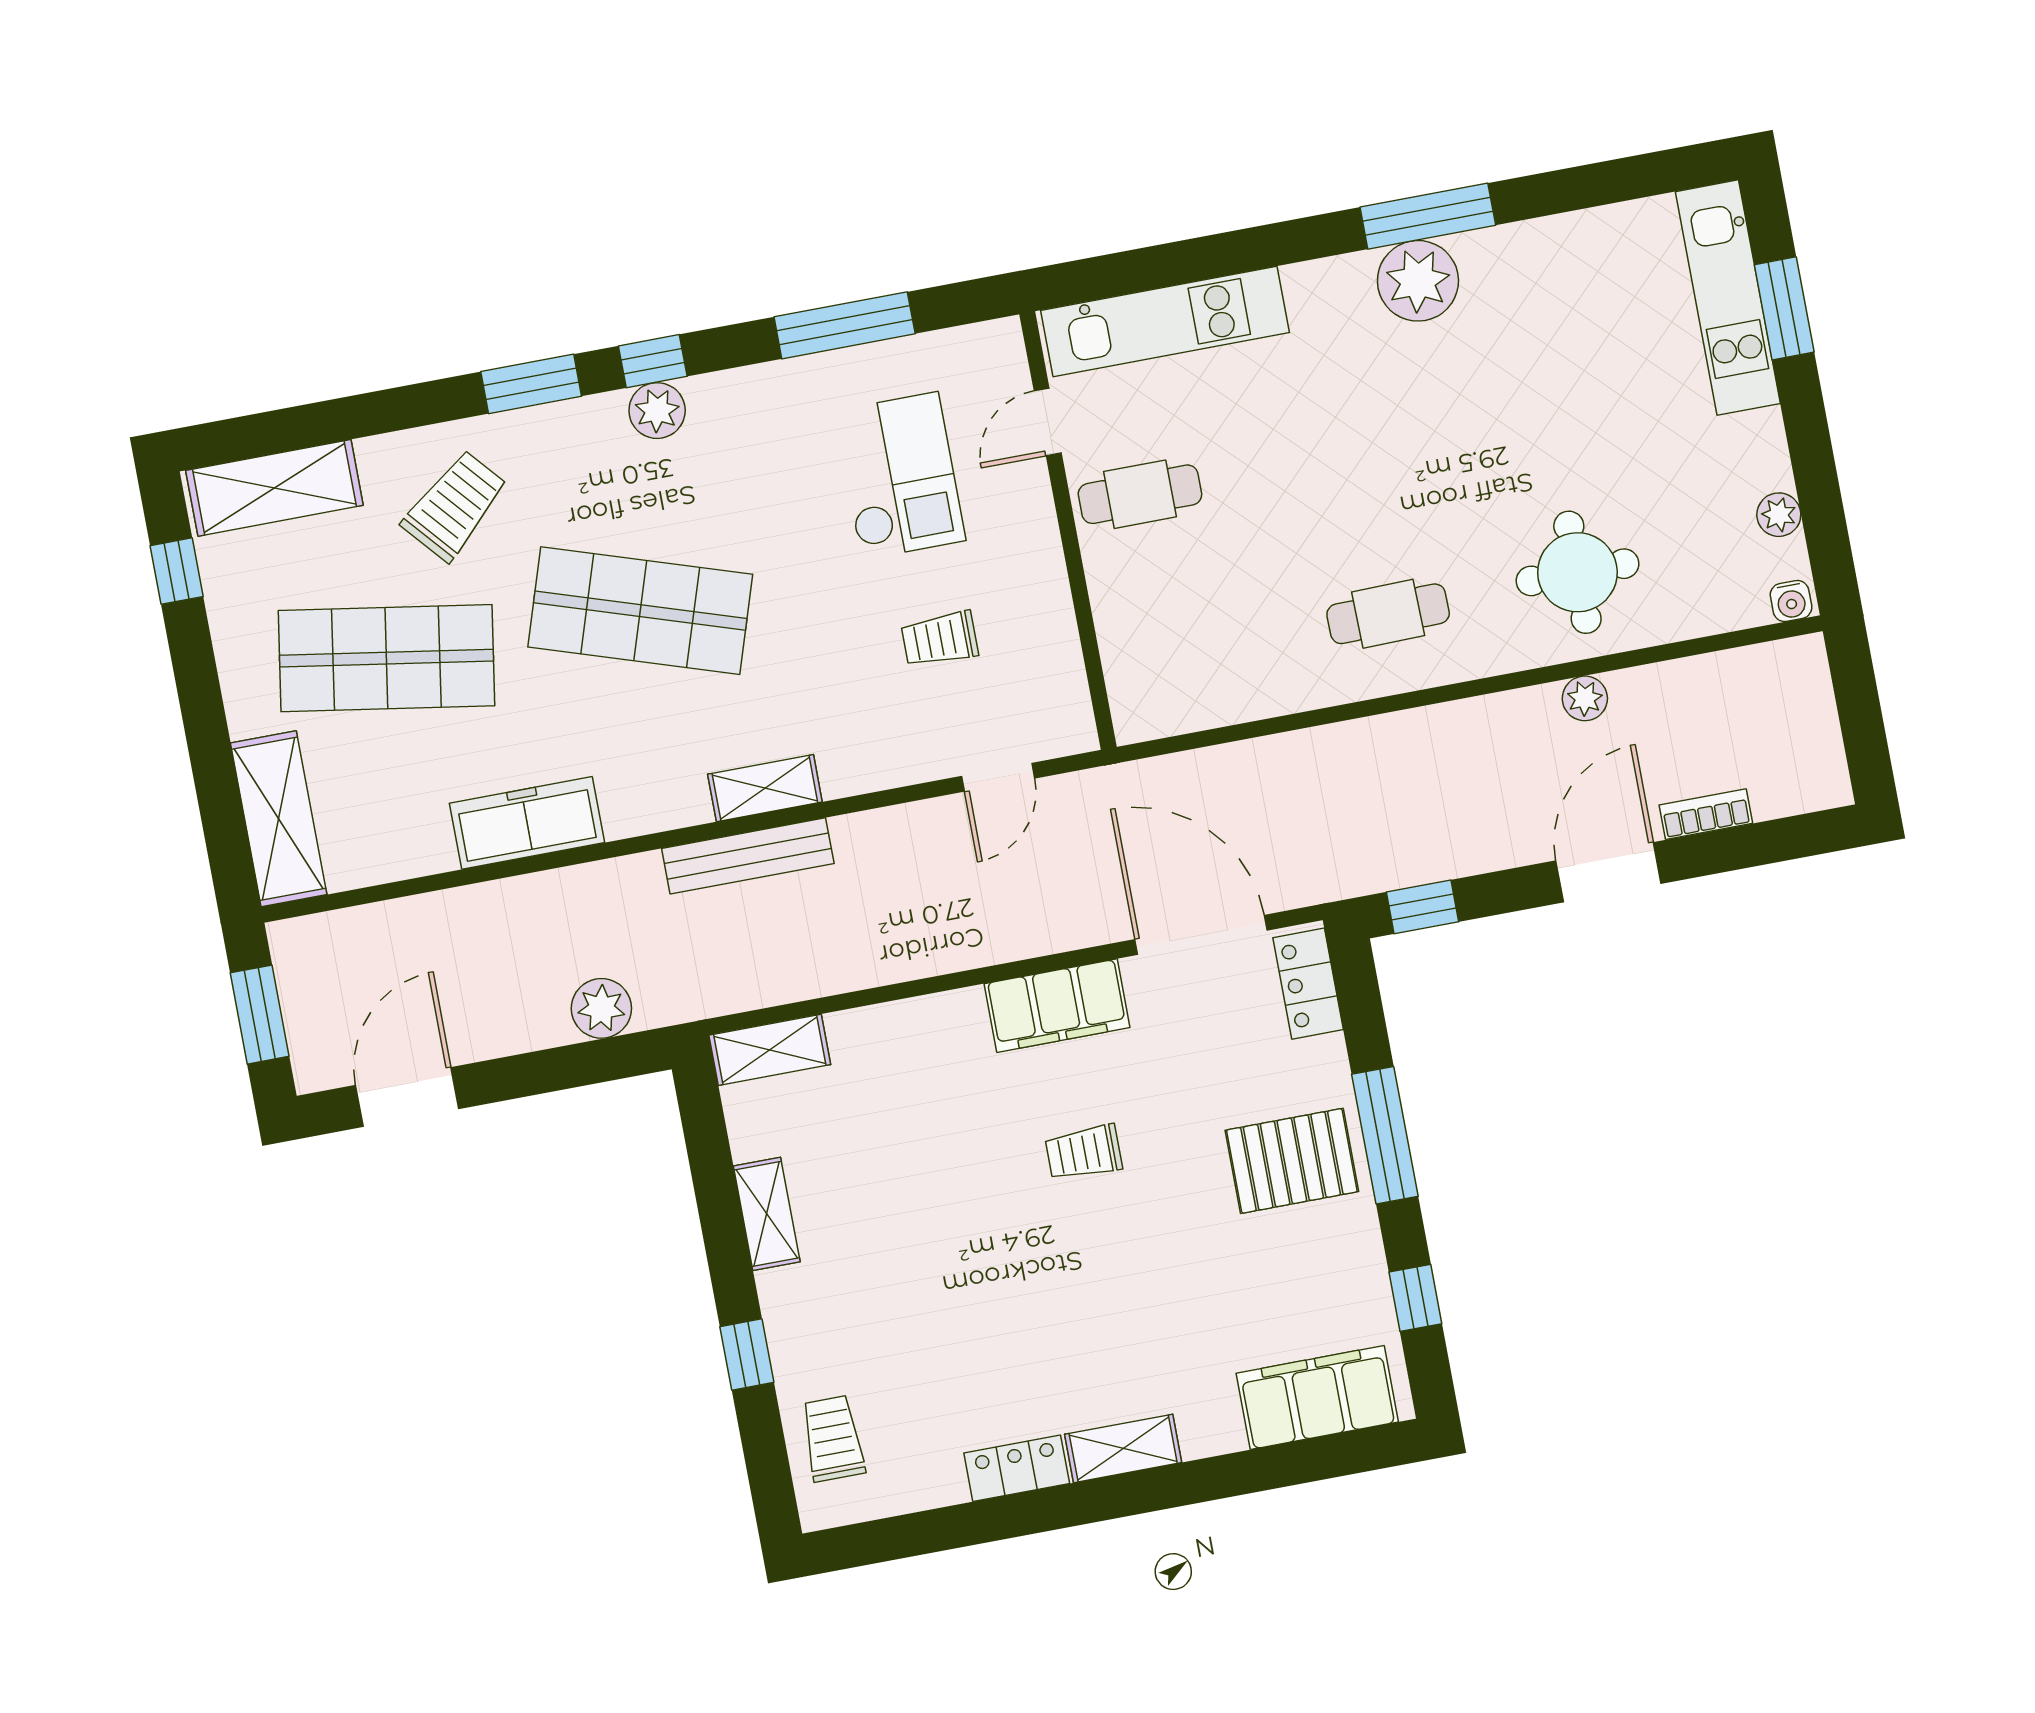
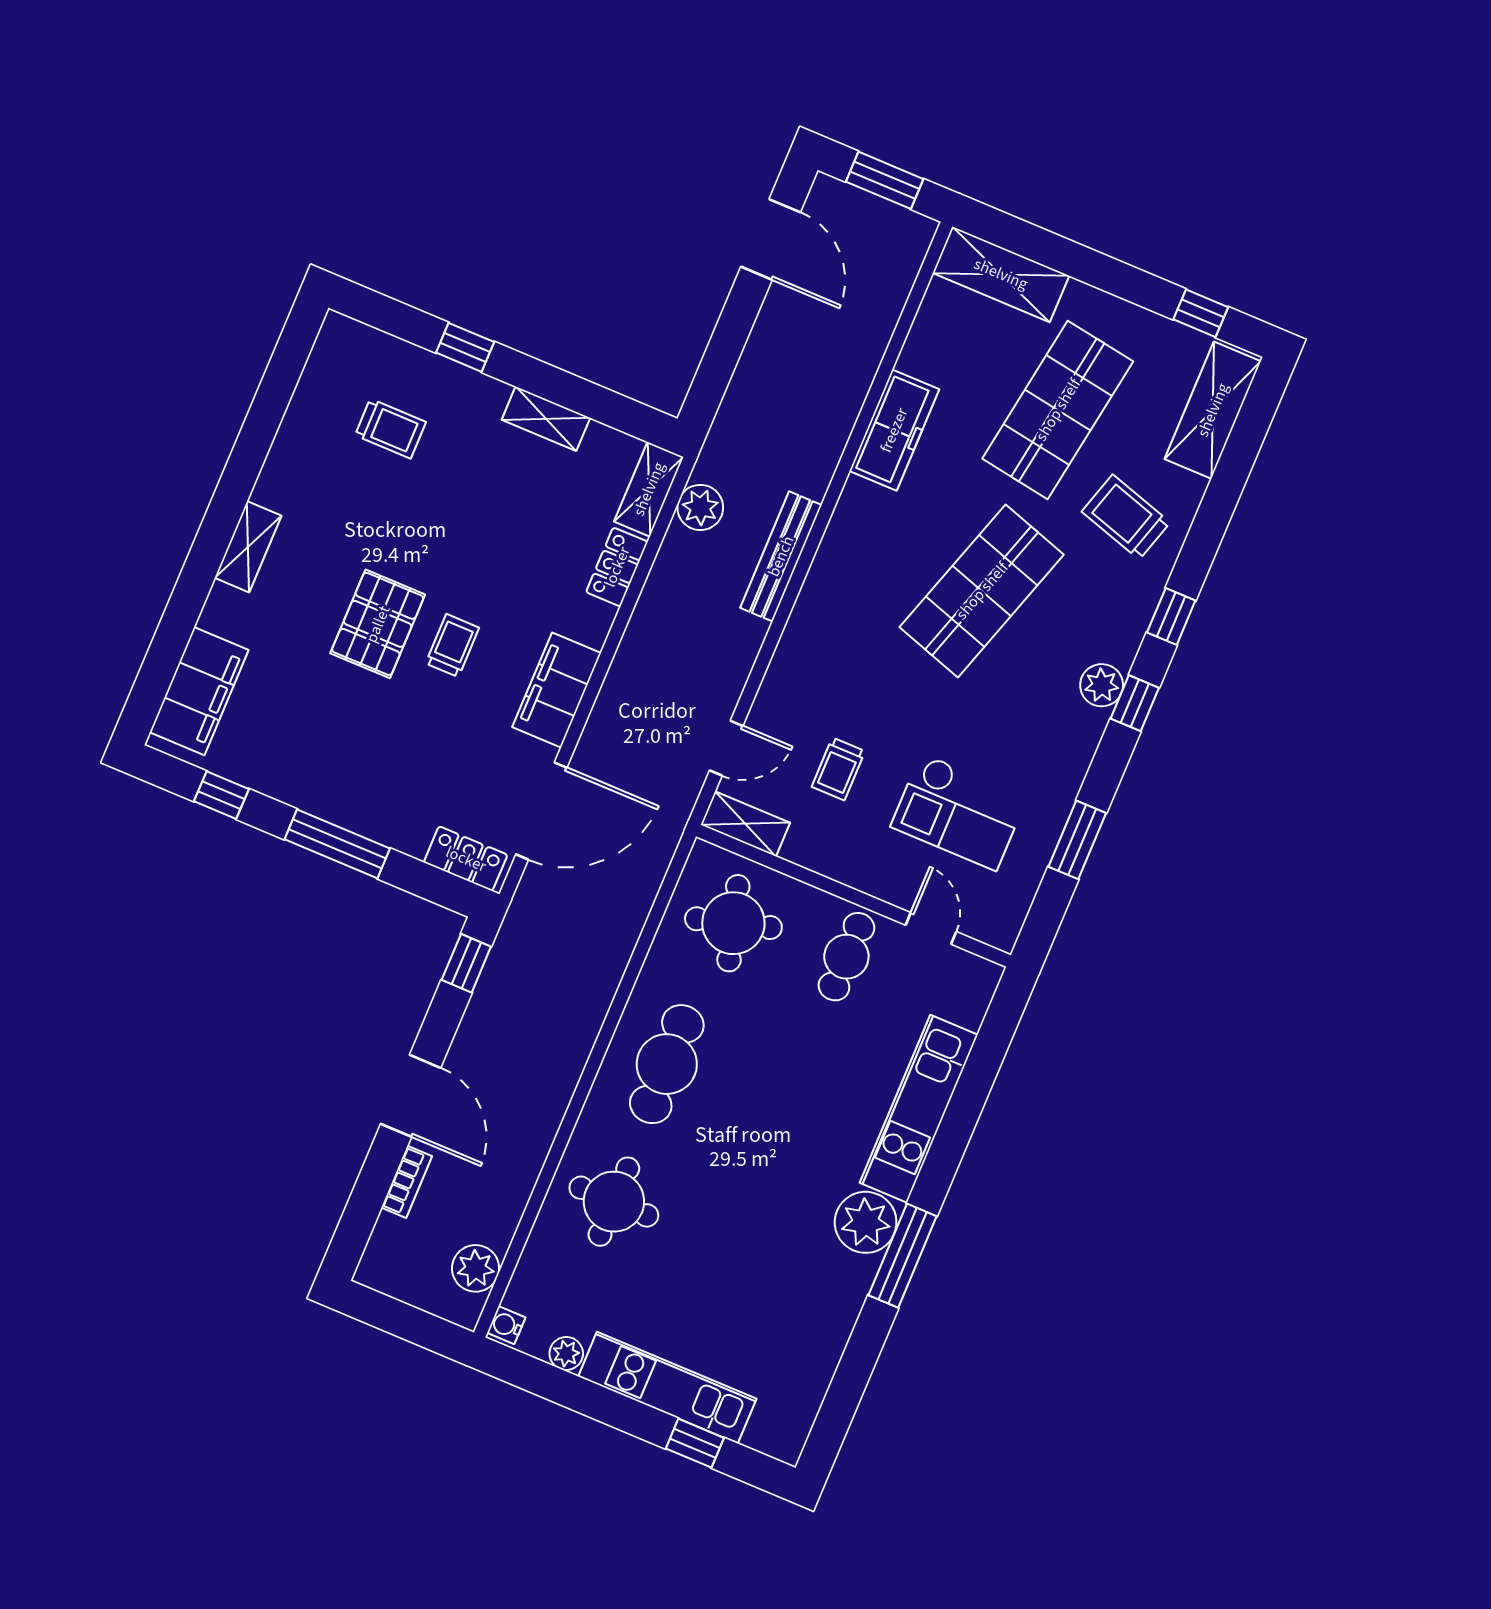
kitchen unit: (1728, 298) -> (667, 1388), moved
window: (1784, 308) -> (695, 1443), width x0.67
kitchen unit: (1165, 321) -> (919, 1109), moved
window: (845, 325) -> (1077, 840), width x0.69
window: (531, 384) -> (1171, 616), width x0.67
trolley: (455, 506) -> (1126, 517), turned 148
cafe table: (1388, 614) -> (667, 1064), width x1.37, depth x1.35
trolley: (940, 639) -> (838, 769), turned 180
round table: (1185, 643) -> (733, 923), added
plant: (1585, 698) -> (476, 1268), moved, width x1.38, depth x1.38
door: (998, 777) -> (726, 748), swing flipped
shelving: (765, 788) -> (745, 824), moved, turned 90
plant: (601, 1008) -> (700, 507), moved
pallet: (1292, 1161) -> (378, 624), moved
trolley: (833, 1439) -> (390, 429), moved
locker: (1017, 1468) -> (617, 567), moved, turned 180

